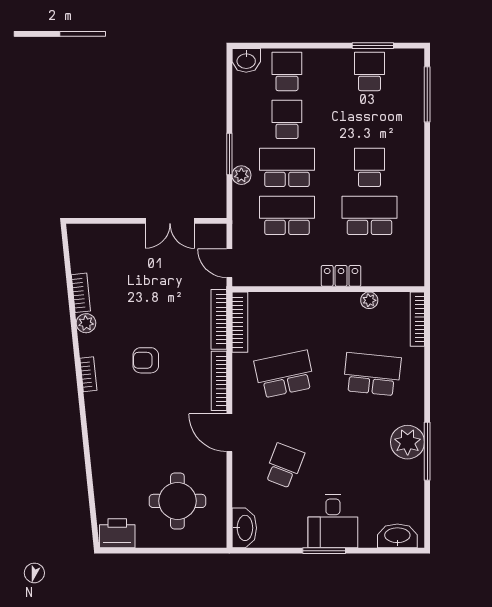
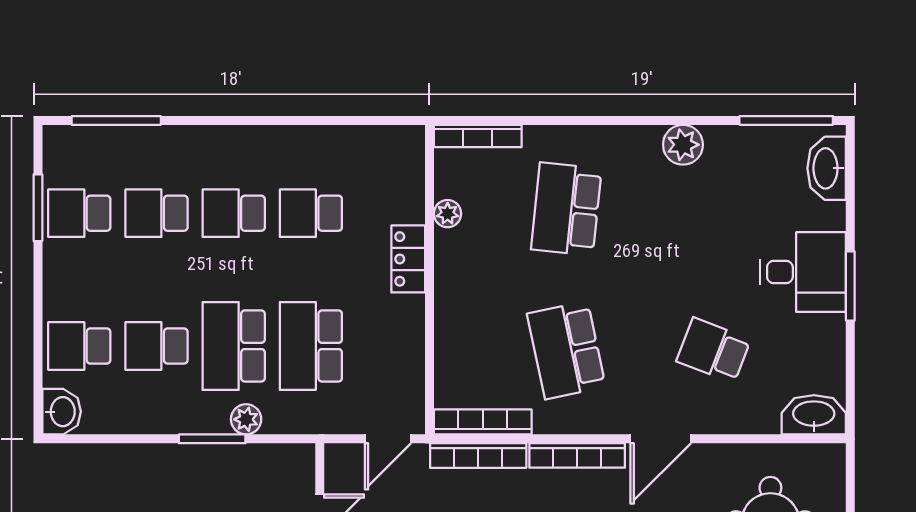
school desk: (369, 119) -> (156, 213), added
school desk: (369, 215) -> (311, 213), width x0.54
plant: (408, 442) -> (683, 145), width x0.73, depth x0.73
window: (427, 451) -> (786, 120), moved

